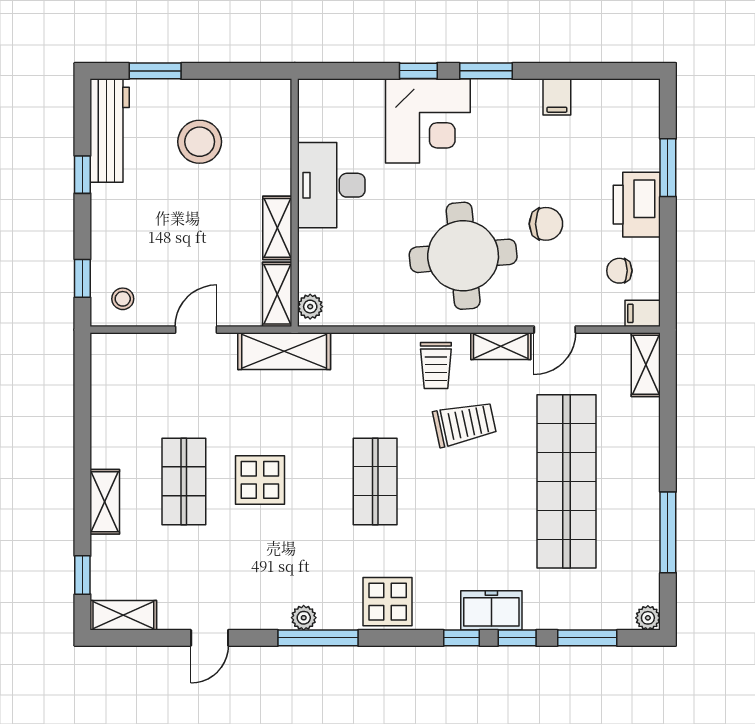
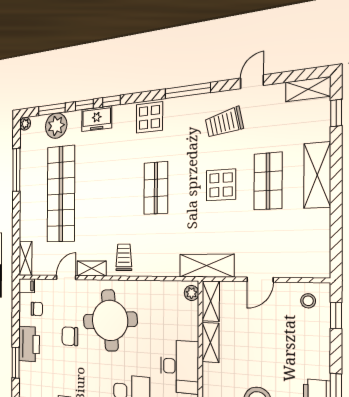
trolley: (464, 424) -> (224, 123), moved
shelving: (105, 502) -> (317, 175), width x1.50, depth x1.33
plant: (304, 618) -> (56, 126), moved, width x1.88, depth x1.88

